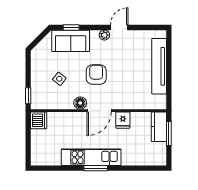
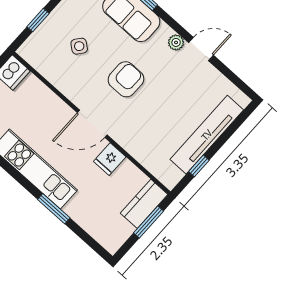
window: (169, 85) -> (199, 166), added
window: (28, 96) -> (38, 20), moved
floor lamp: (80, 103) -> (78, 96), removed
window: (96, 168) -> (54, 209), moved

